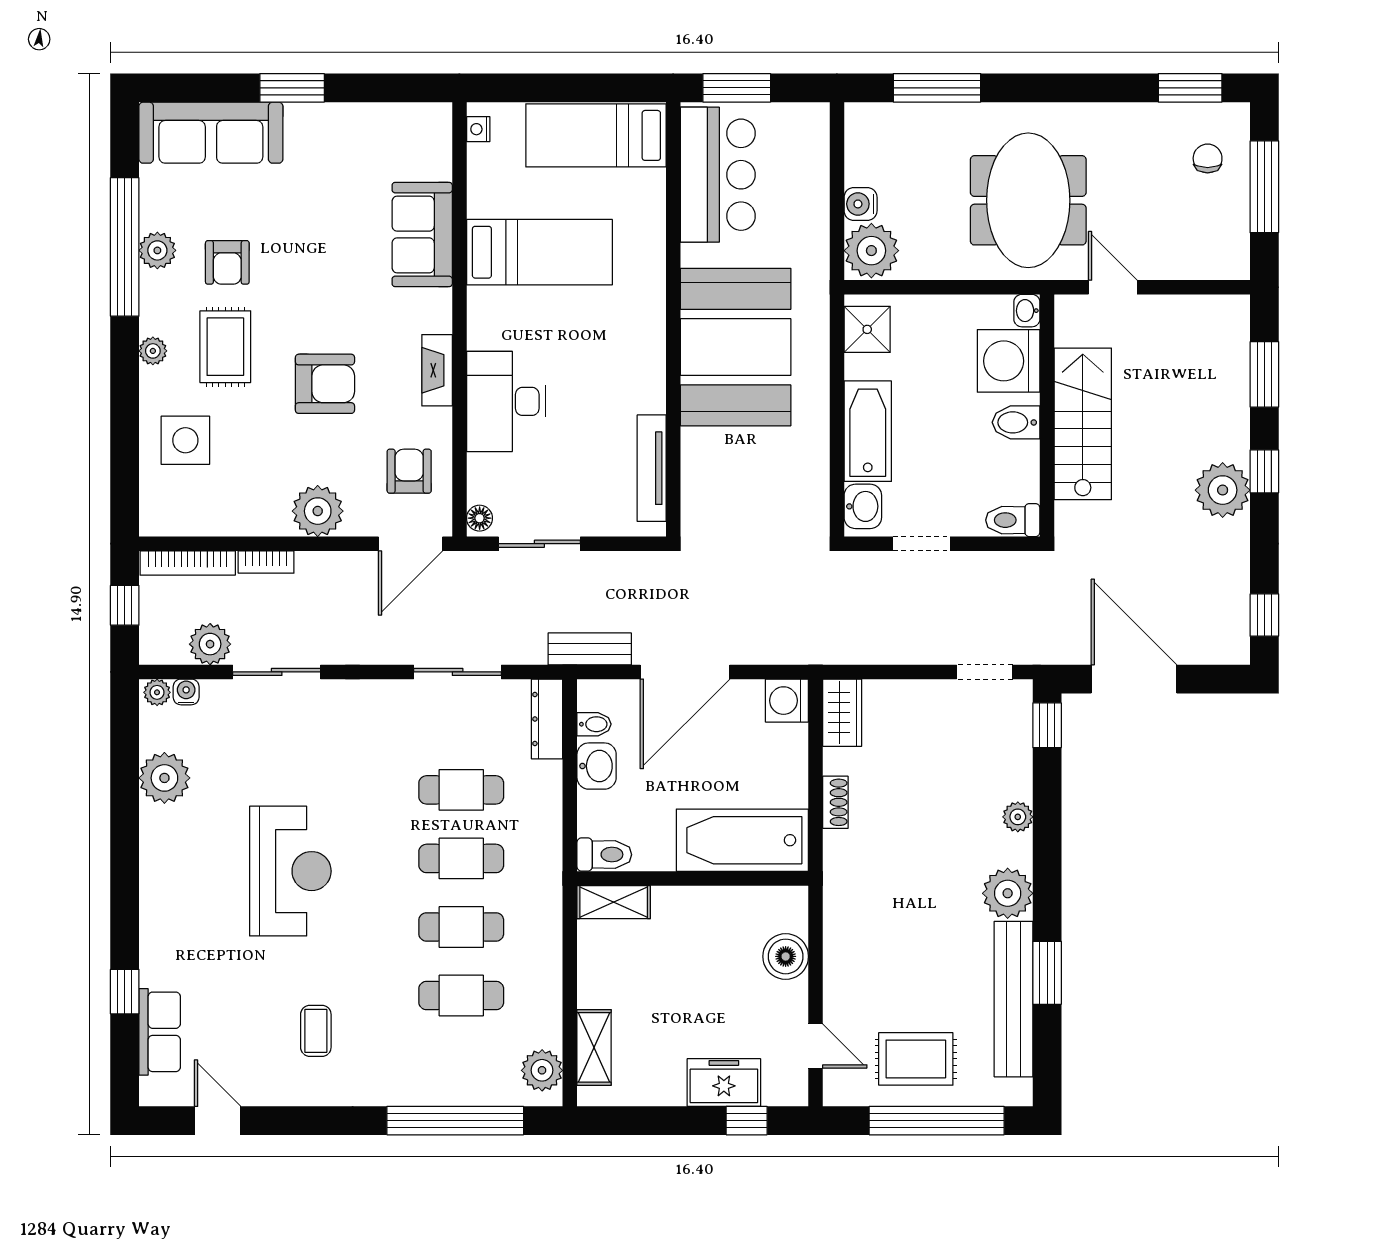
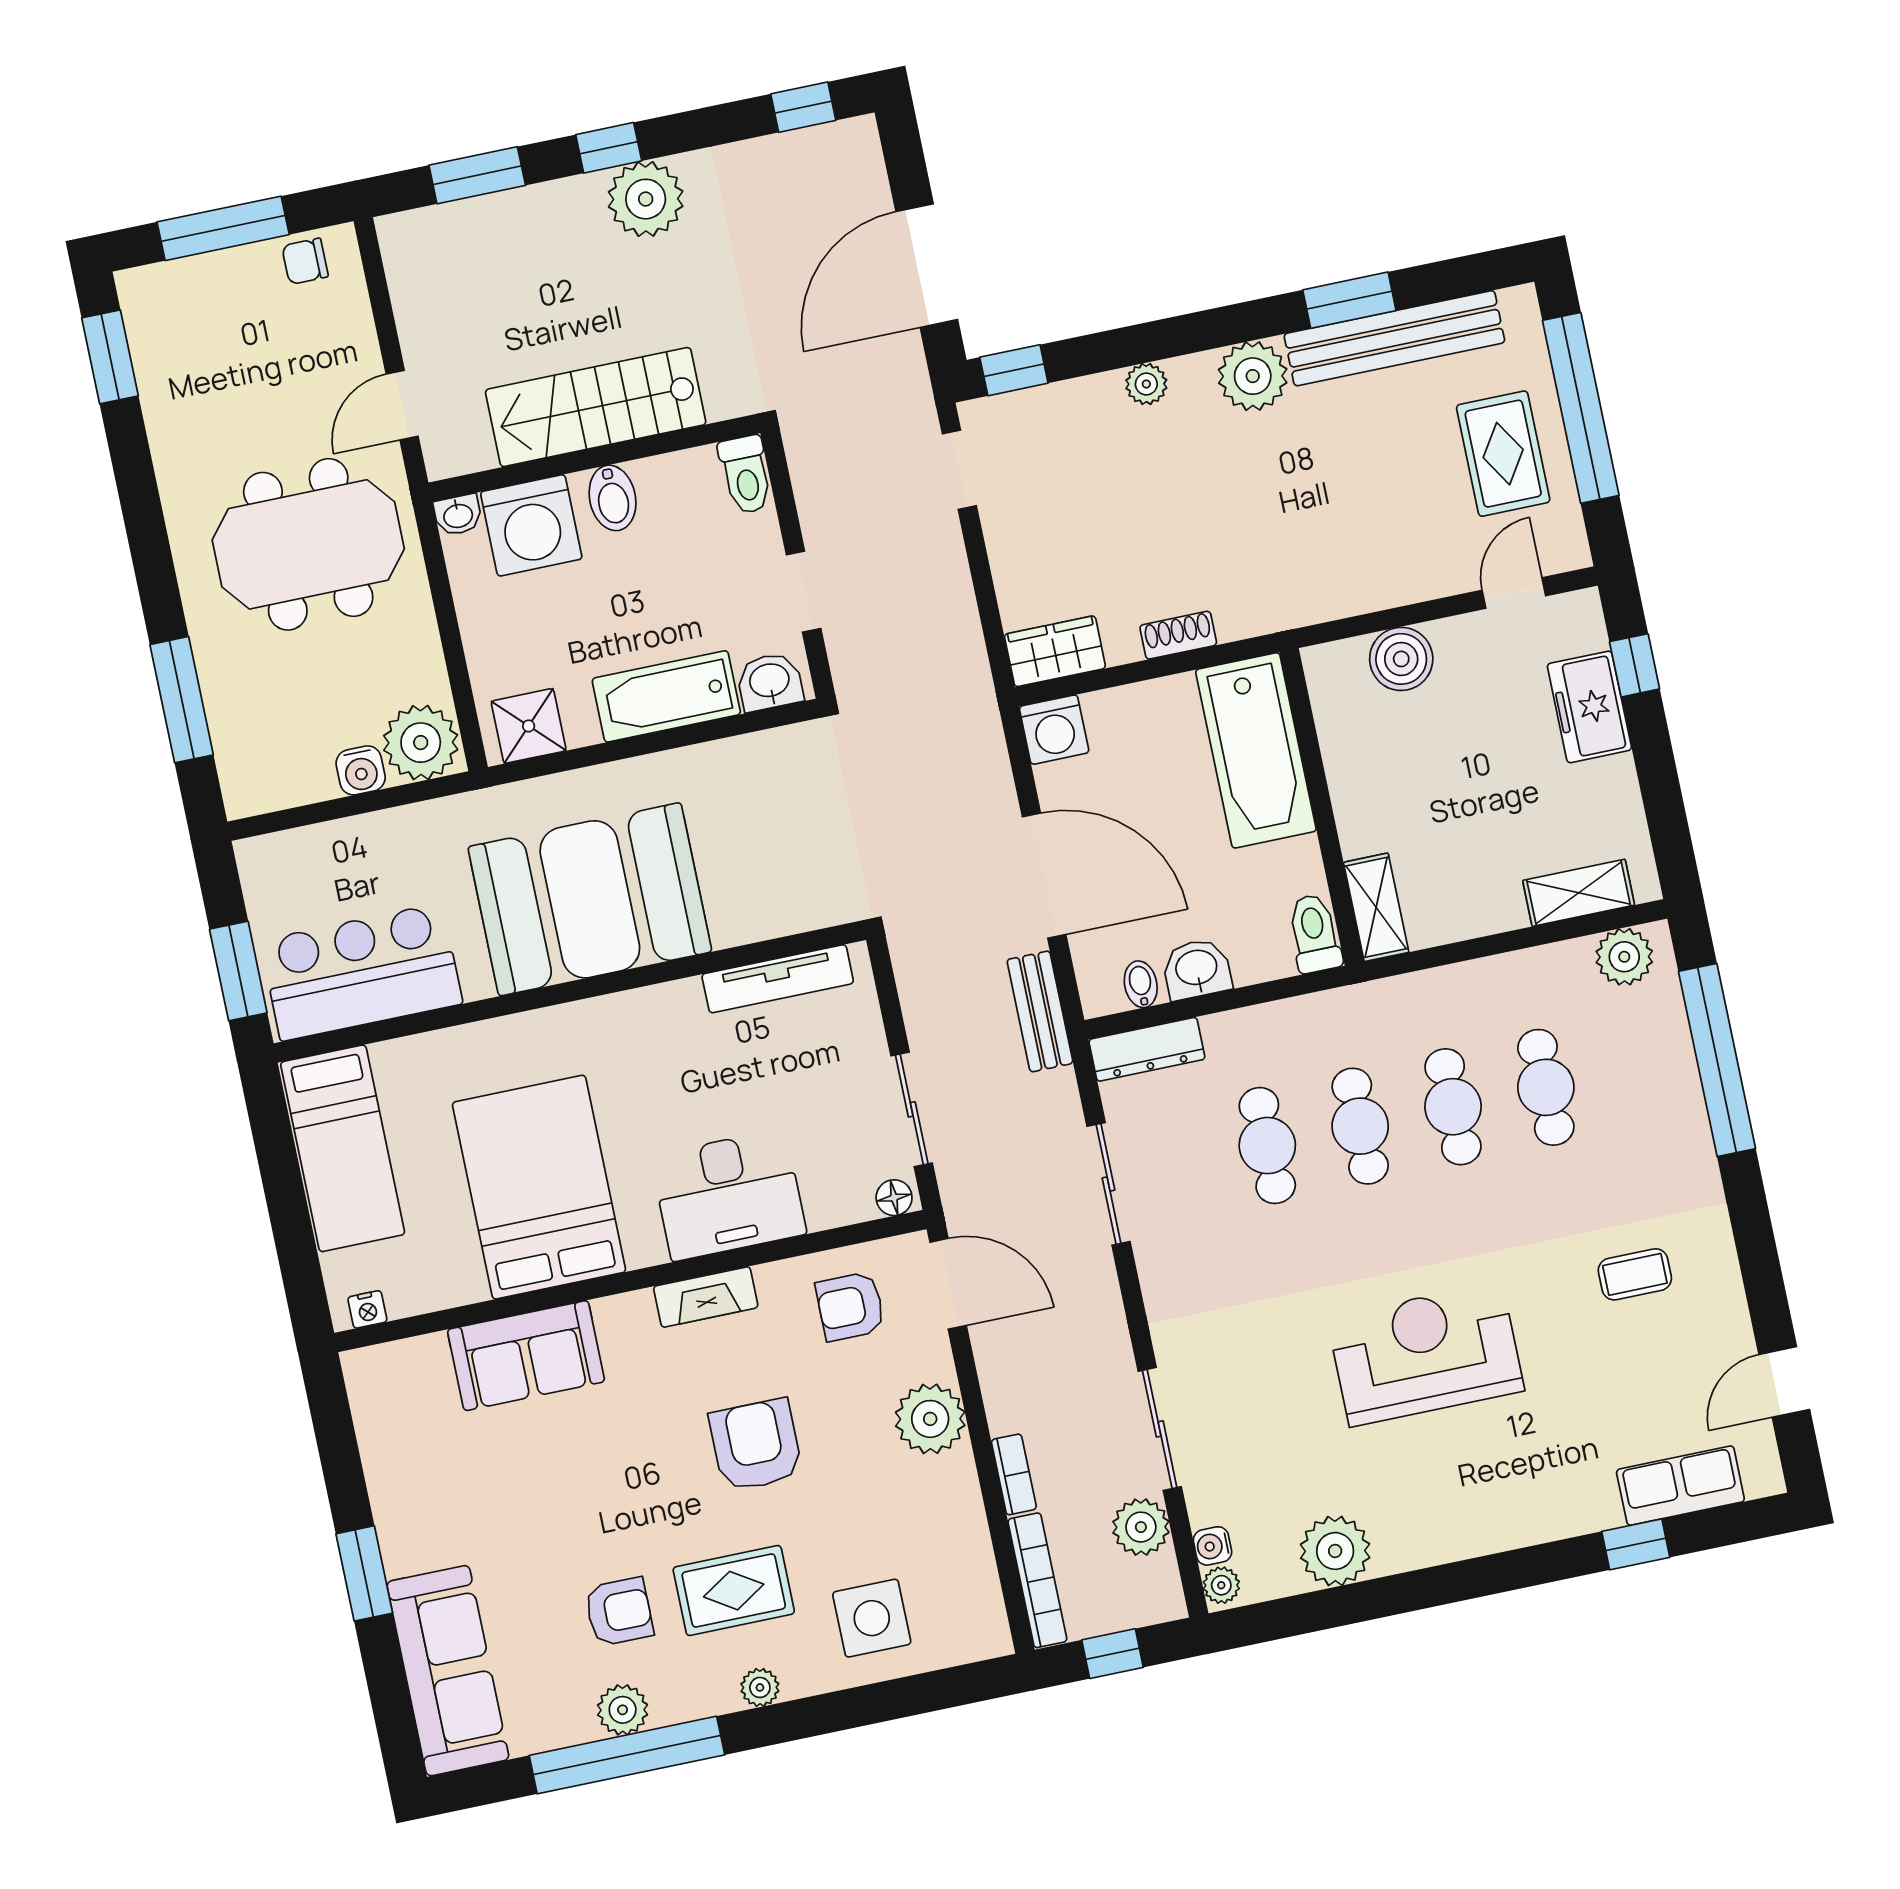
chair: (1208, 158) -> (305, 261), moved
bed: (539, 252) -> (539, 1187), width x1.50

